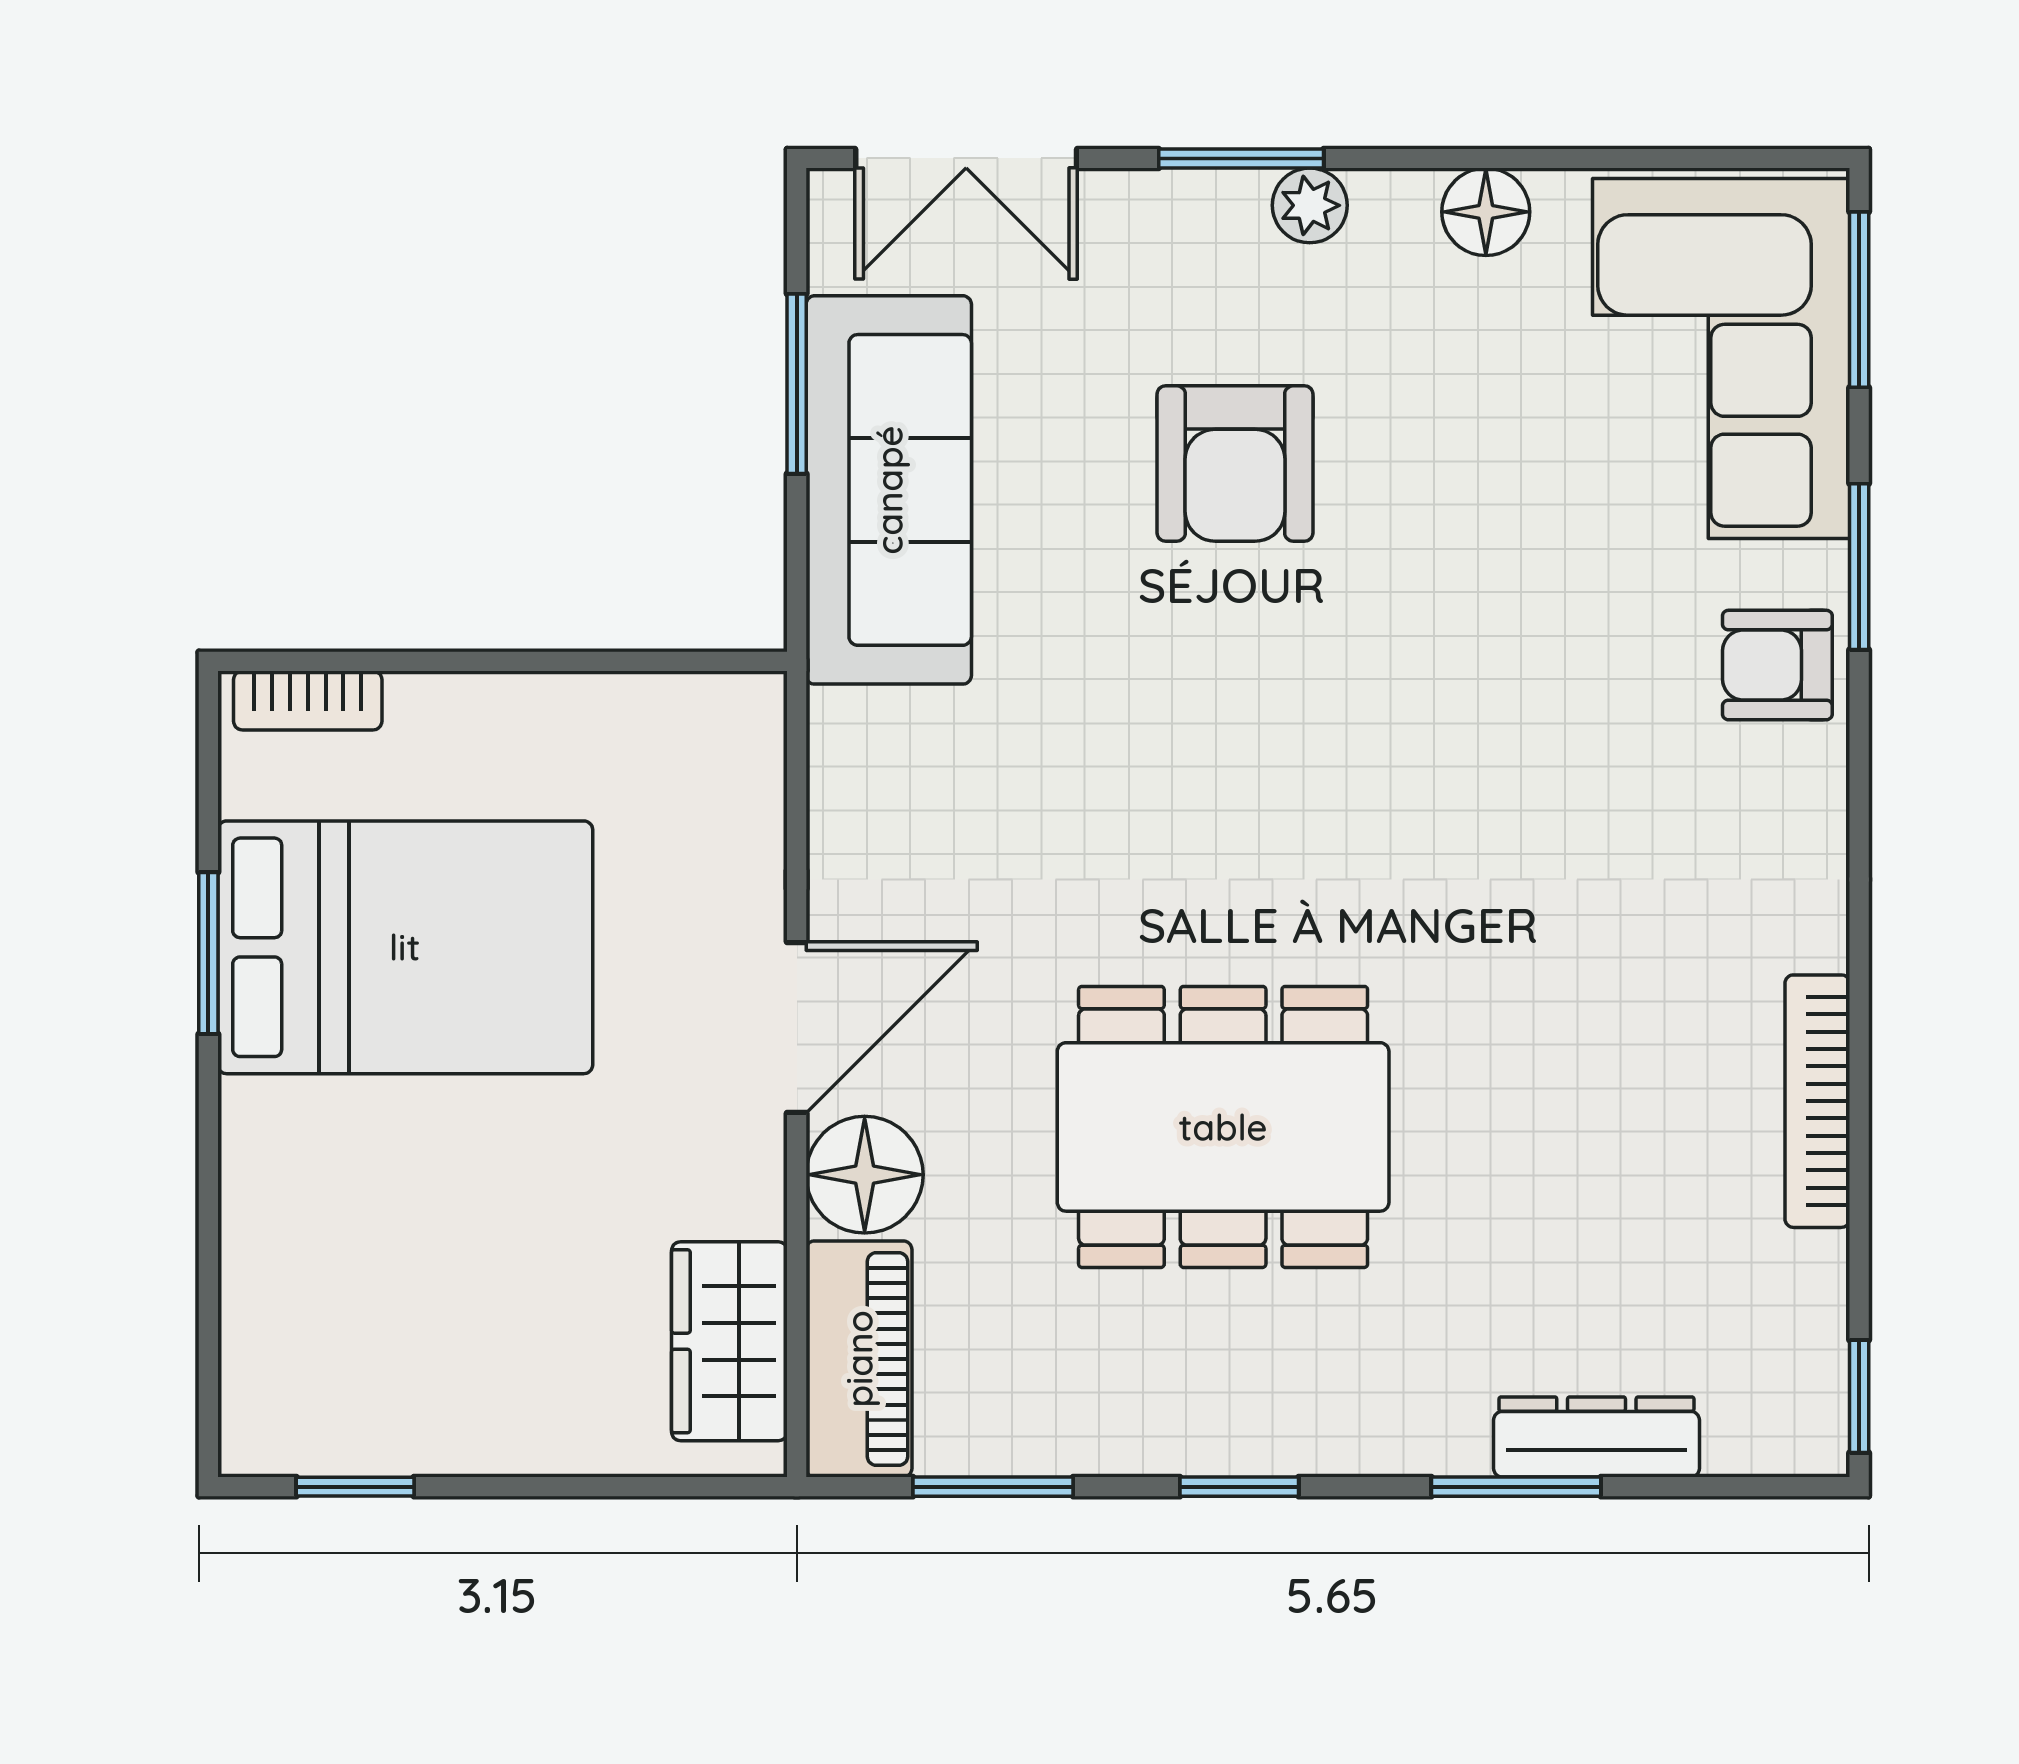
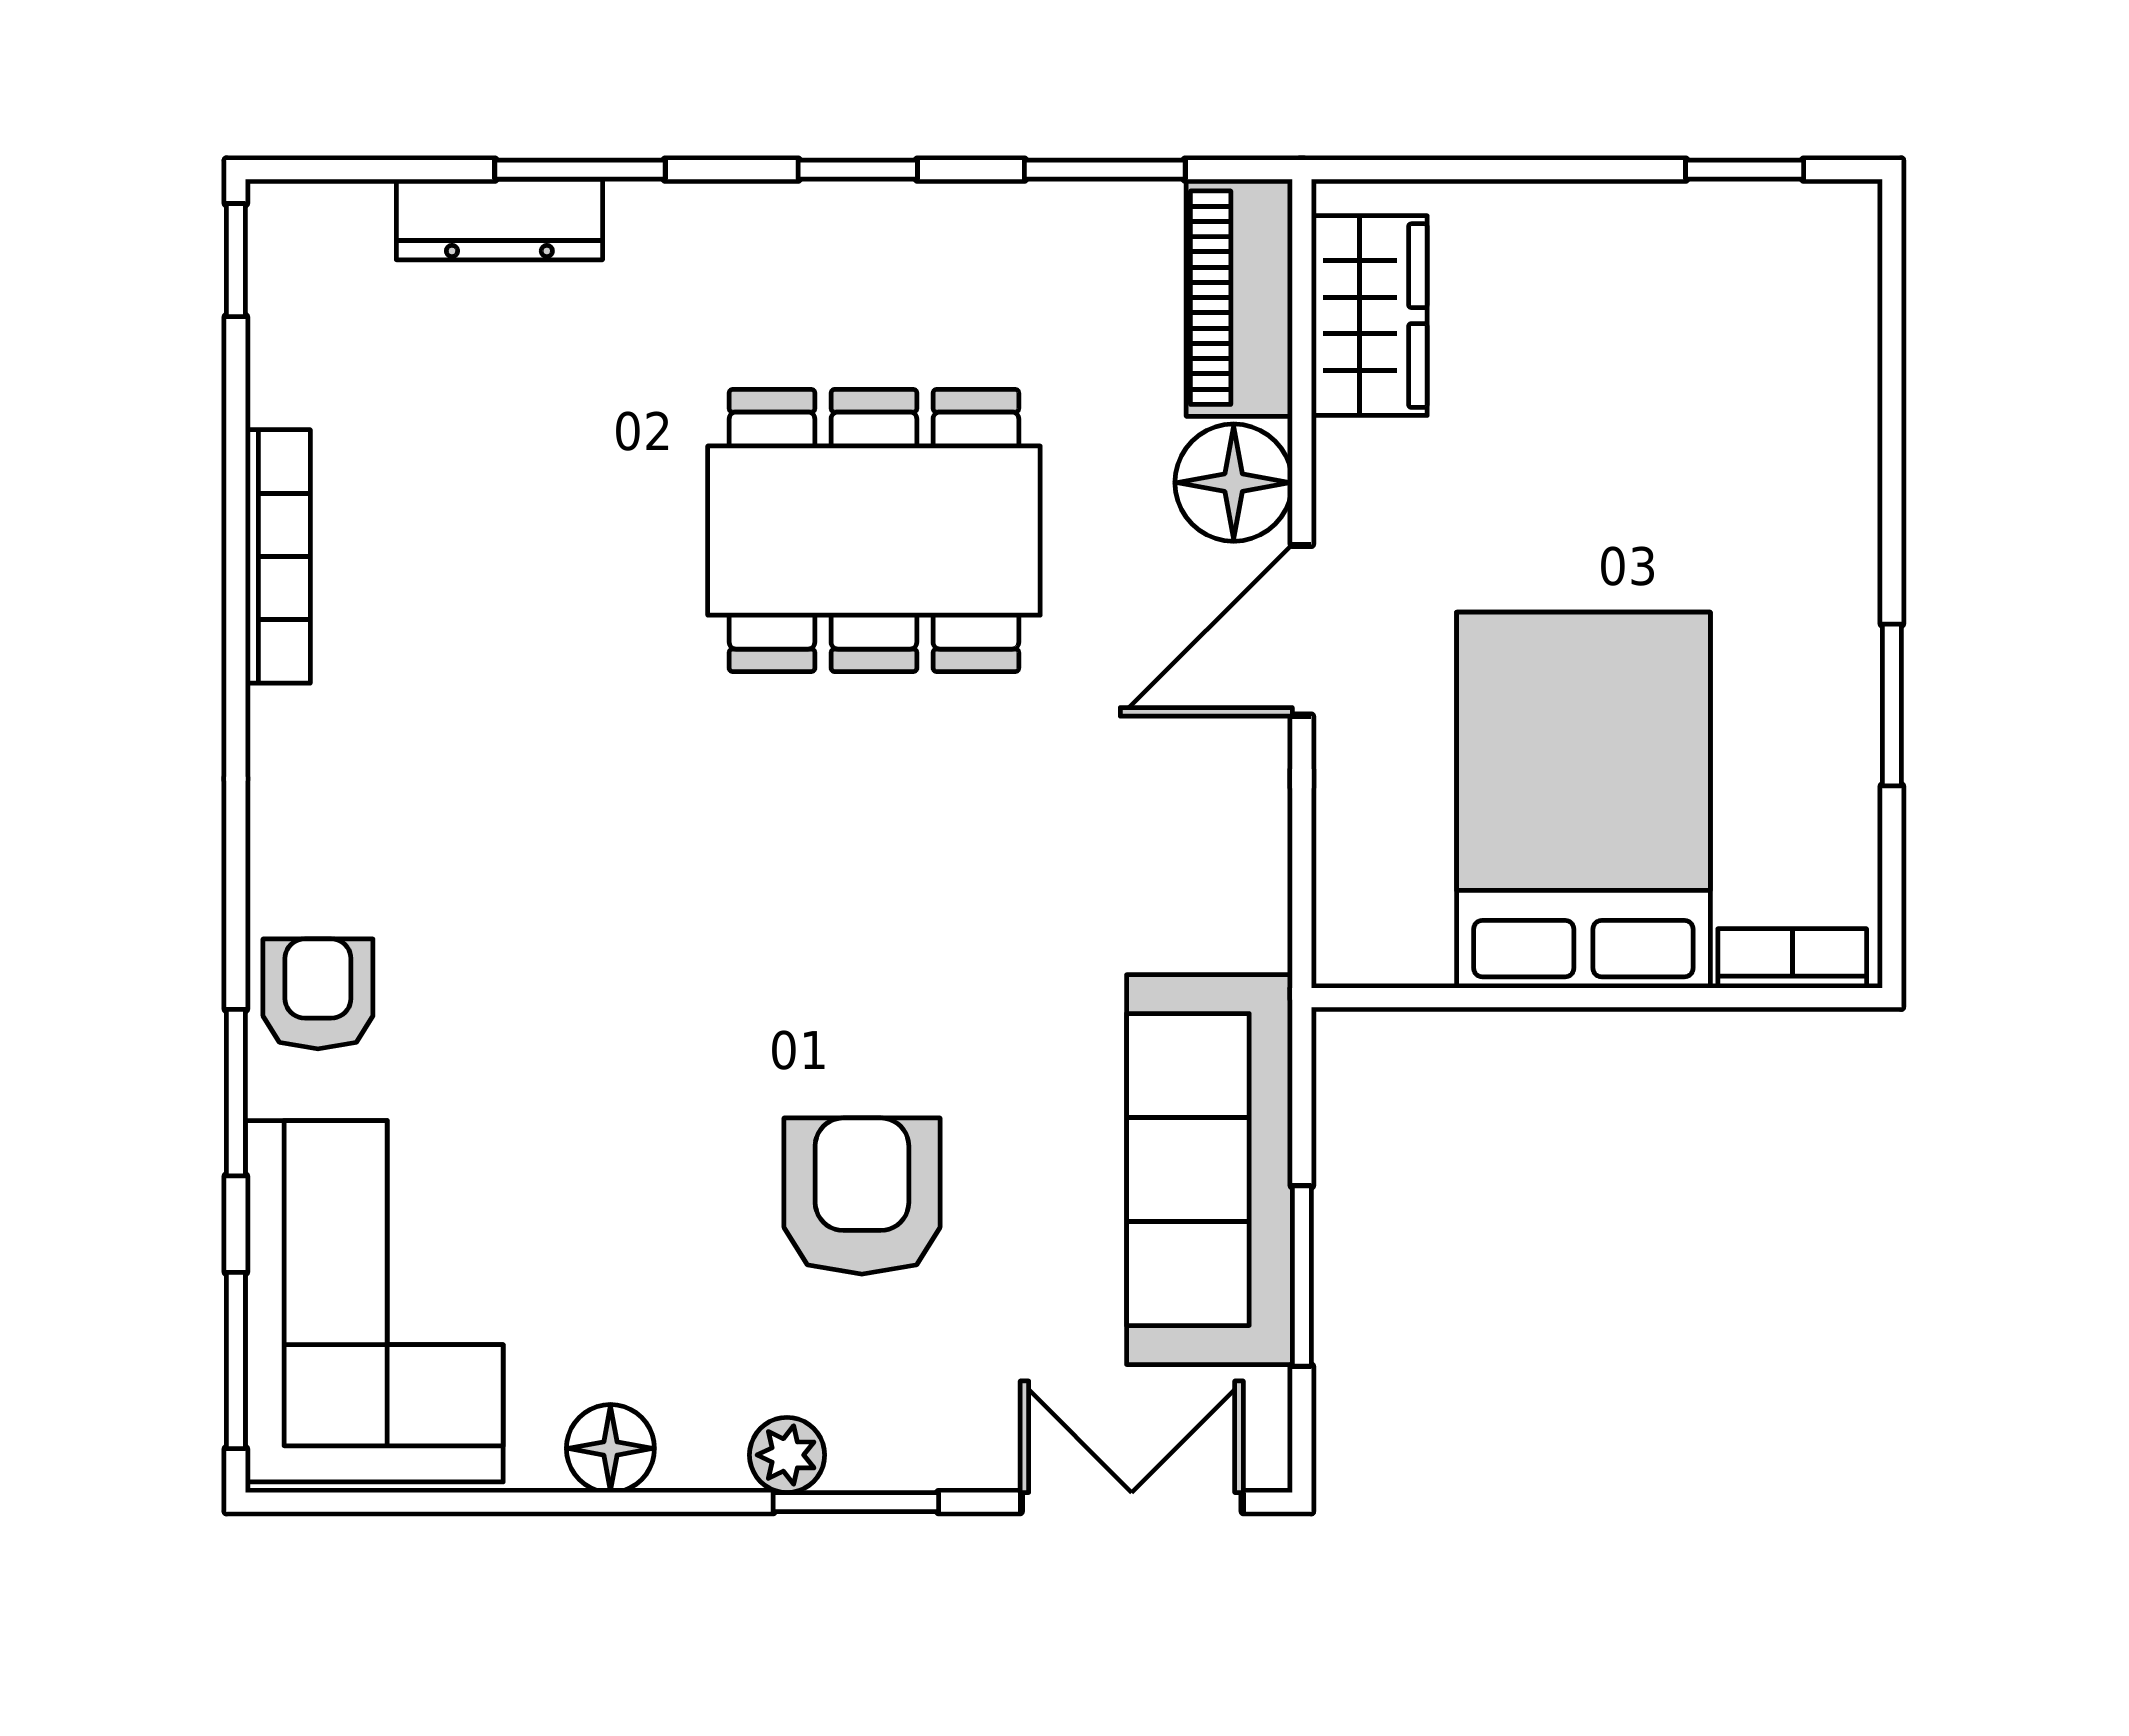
armchair: (1777, 665) -> (318, 994), turned -90
bed: (405, 947) -> (1583, 800), moved, turned 90

